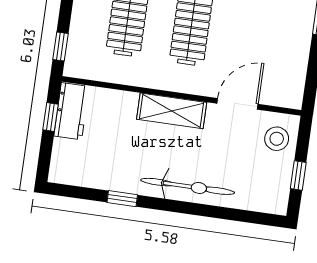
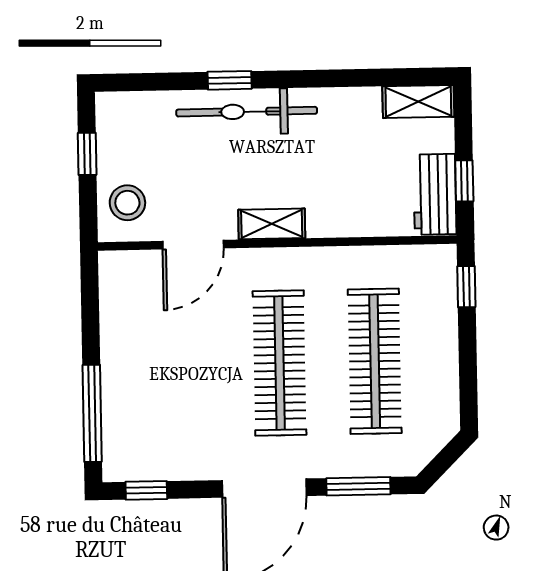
shelving: (172, 111) -> (272, 224), width x0.67, depth x0.75
shelving: (72, 175) -> (418, 102), added
window: (122, 199) -> (230, 80), moved

